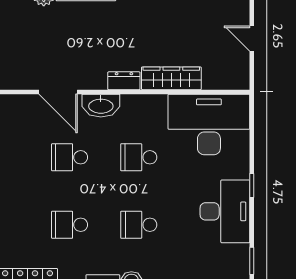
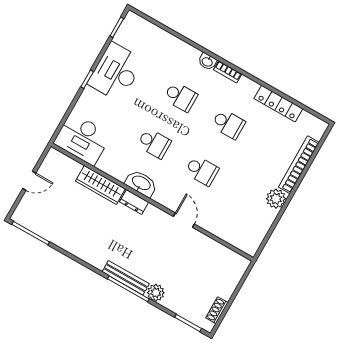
door: (252, 39) -> (29, 181), hinge flipped
door: (58, 92) -> (184, 220), width x0.73
washbasin: (101, 106) -> (141, 183), moved
desk: (209, 124) -> (82, 139), width x0.73, depth x0.77

